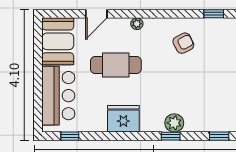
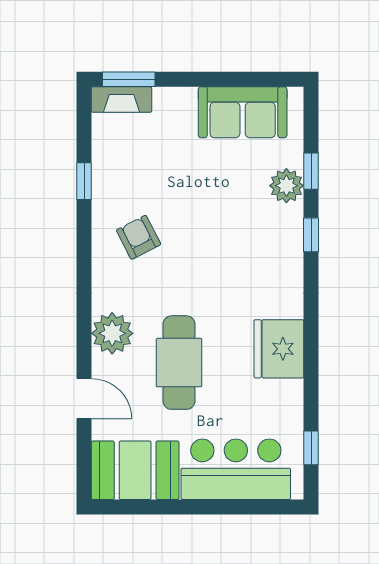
plant: (137, 24) -> (112, 333), width x1.88, depth x1.88
plant: (174, 123) -> (286, 186), moved
window: (171, 136) -> (311, 235), moved

